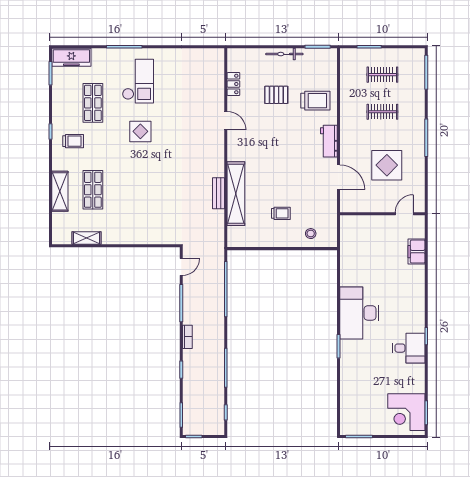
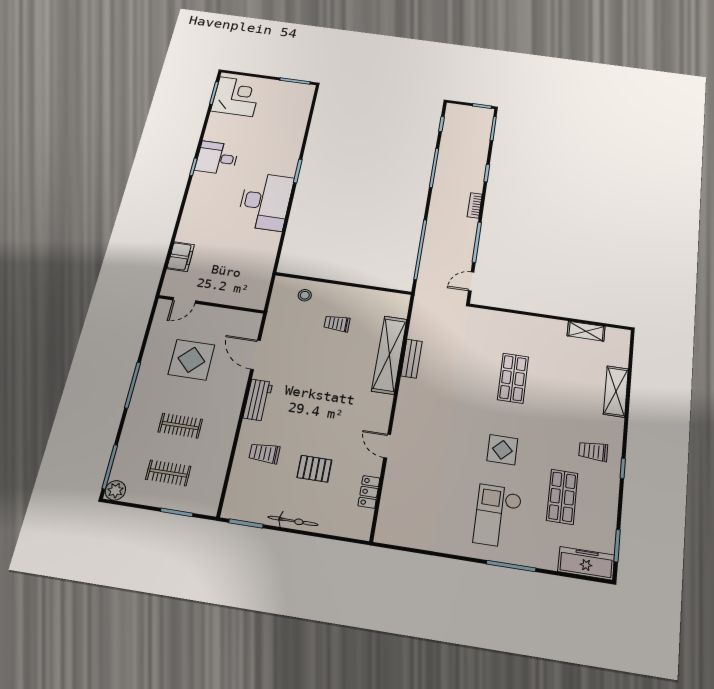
plant: (418, 56) -> (115, 490), added
trolley: (315, 101) -> (264, 453), width x0.73, depth x0.72
shop shelf: (93, 190) -> (513, 378), moved

